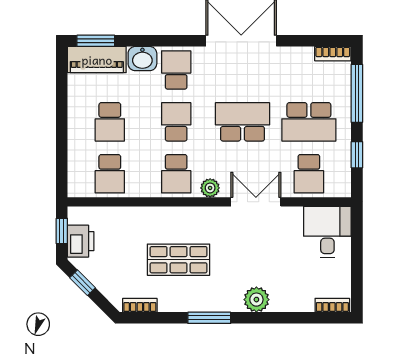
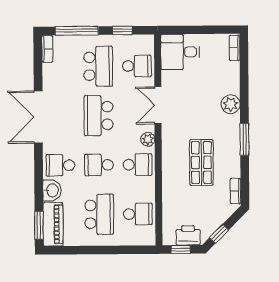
school desk: (110, 122) -> (99, 214), width x1.85

